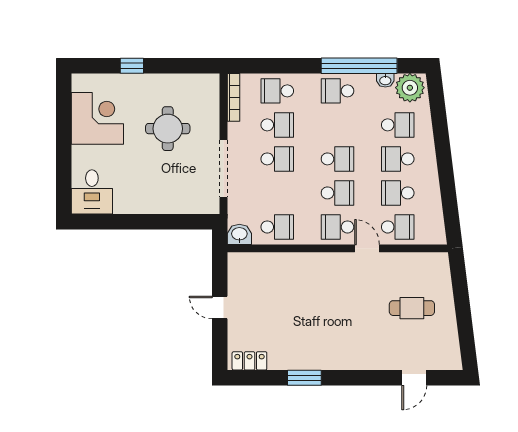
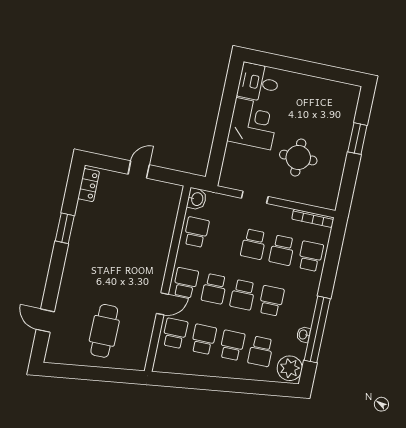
window: (132, 66) -> (357, 139), width x1.50
washbasin: (385, 80) -> (303, 335), moved
school desk: (337, 91) -> (271, 301), moved
corner desk: (97, 118) -> (253, 124), moved, turned -90
doorway: (224, 169) -> (255, 197), width x0.53
school desk: (277, 227) -> (196, 232), turned 180
school desk: (398, 227) -> (175, 333), turned 180
cafe table: (412, 308) -> (104, 331), width x1.37, depth x1.35

